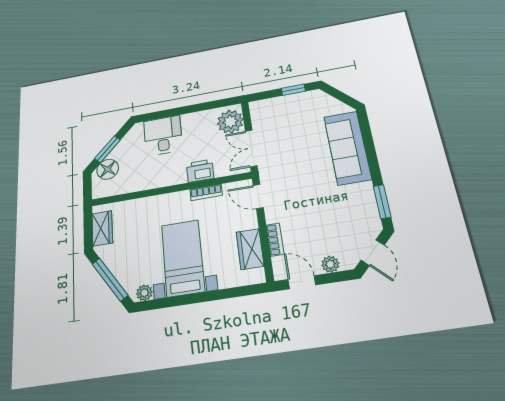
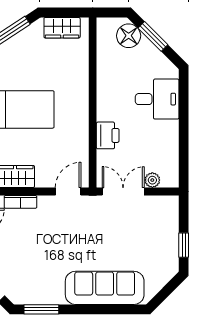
plant: (230, 122) -> (152, 180), width x0.53, depth x0.53
bookcase: (206, 192) -> (82, 139), removed

